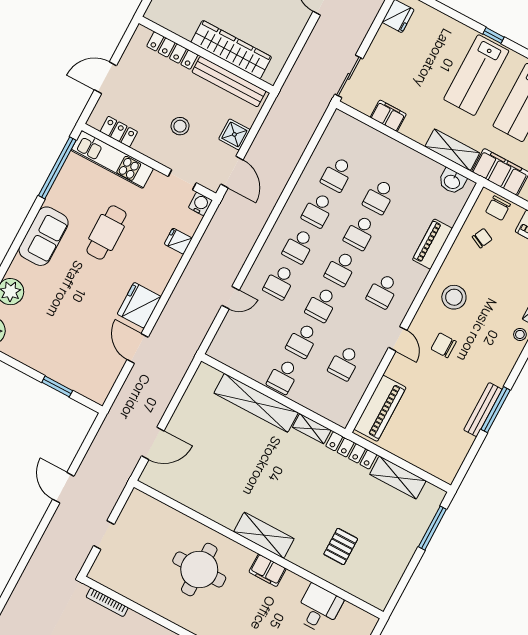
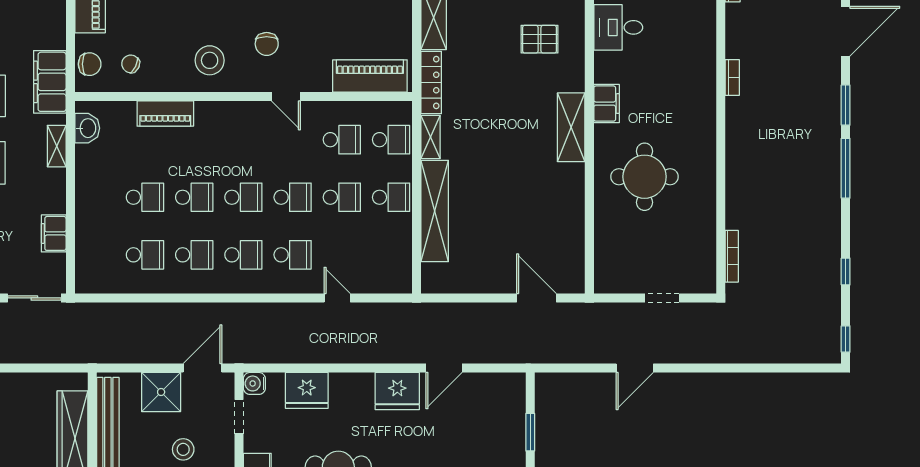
shower: (234, 134) -> (161, 392), width x1.36, depth x1.36
shelving: (452, 150) -> (57, 146), width x0.67, depth x0.75
fridge: (178, 241) -> (307, 390), width x1.88, depth x1.34
school desk: (383, 291) -> (391, 140), moved
door: (398, 339) -> (286, 97), swing flipped

